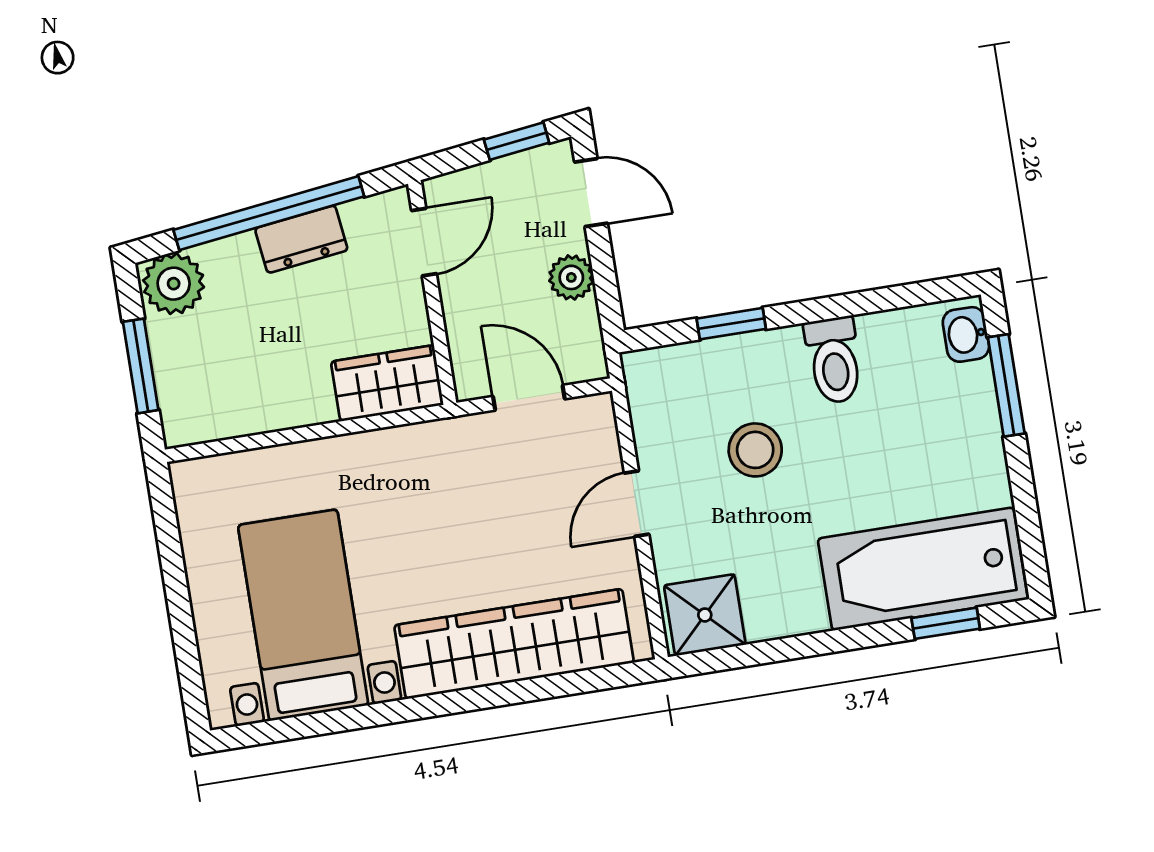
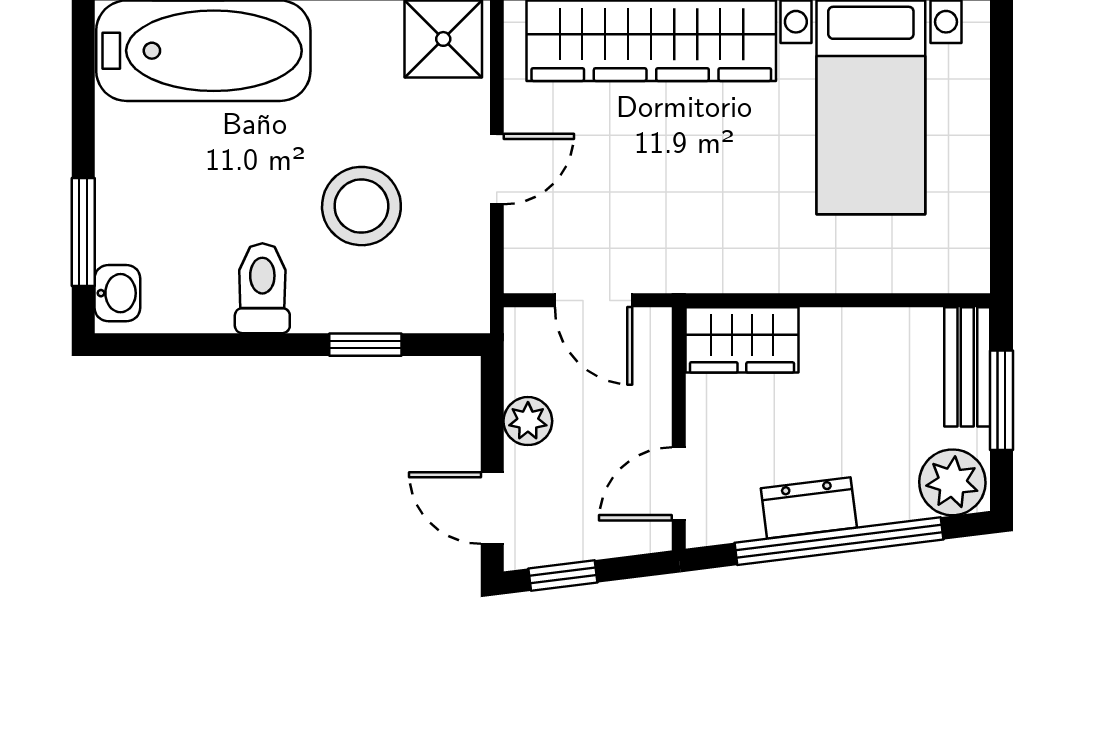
bench: (177, 392) -> (967, 367), added
stool: (755, 450) -> (361, 206), width x1.38, depth x1.38

